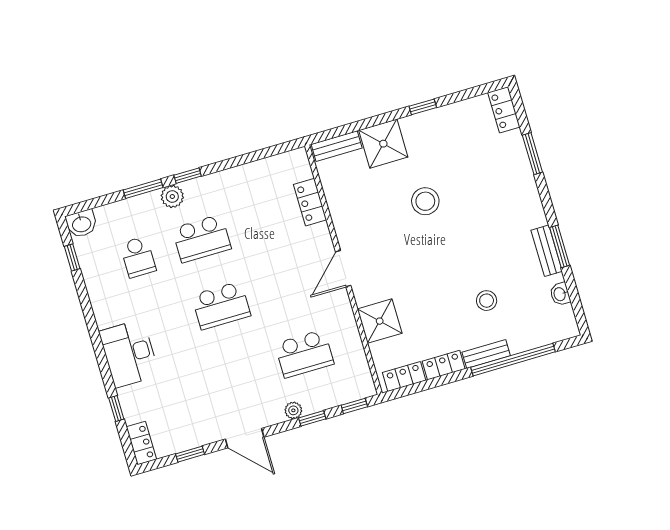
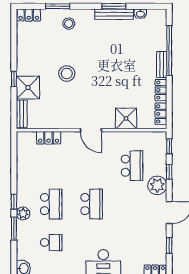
window: (423, 107) -> (14, 79), moved
bench: (547, 251) -> (114, 14), width x1.36
stool: (487, 301) -> (69, 24), moved
plant: (293, 410) -> (157, 185), width x1.88, depth x1.88

